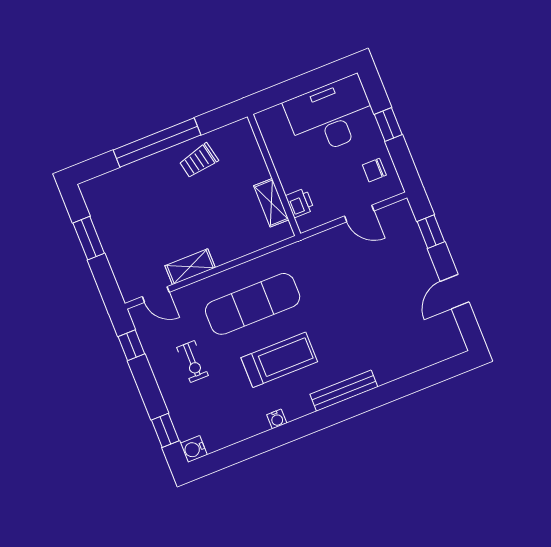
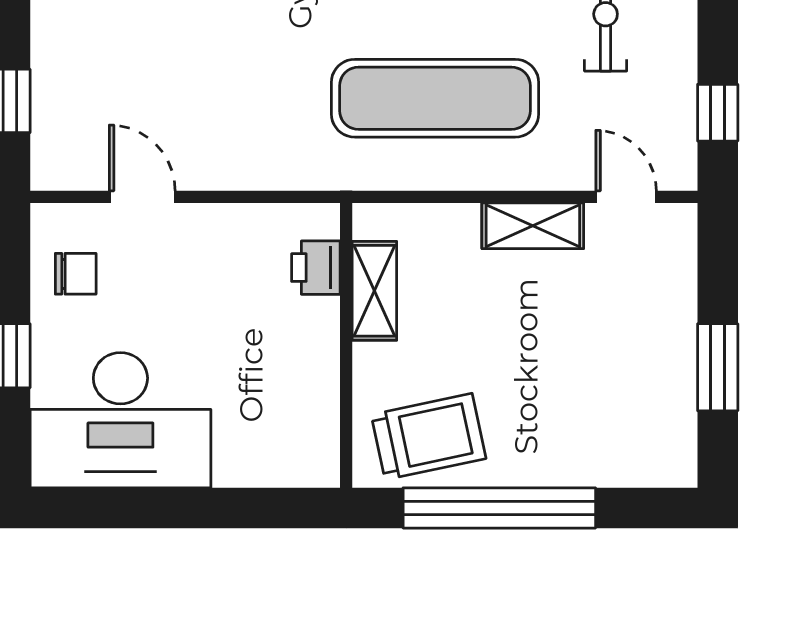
trolley: (199, 161) -> (429, 437), width x1.36, depth x1.39
wall: (274, 175) -> (346, 345), moved
shelving: (271, 203) -> (374, 291), moved
printer: (300, 203) -> (316, 268), moved

